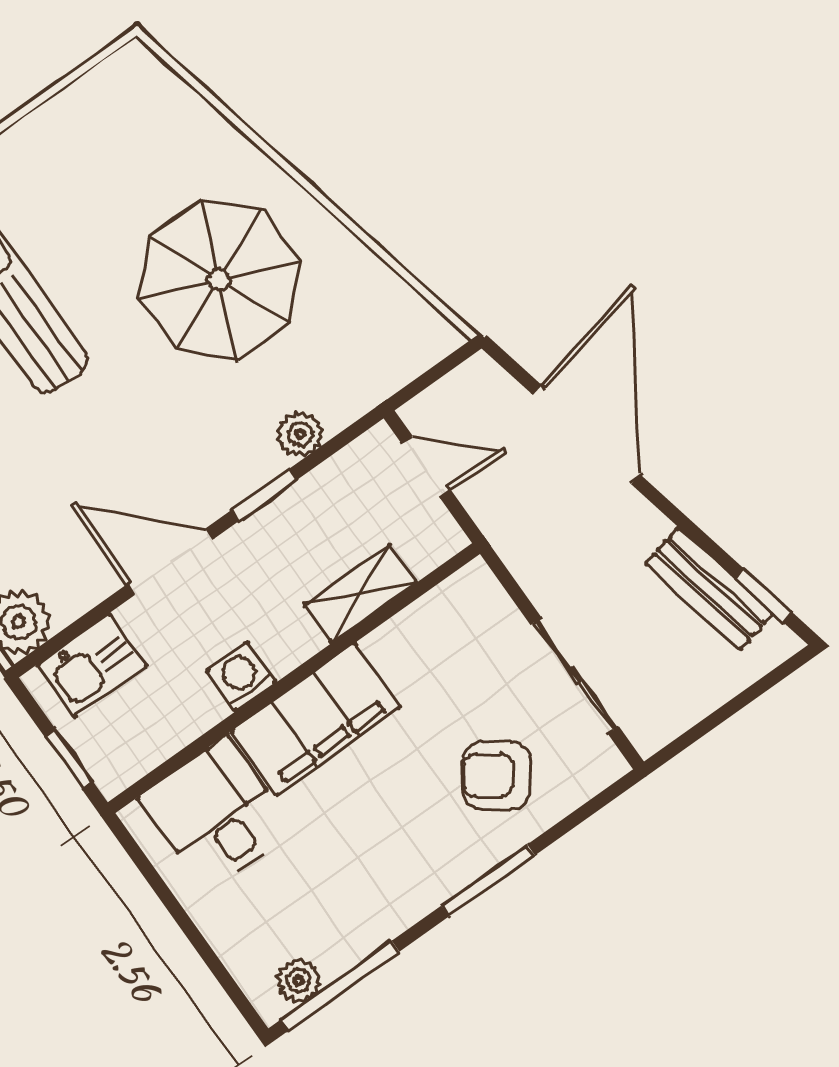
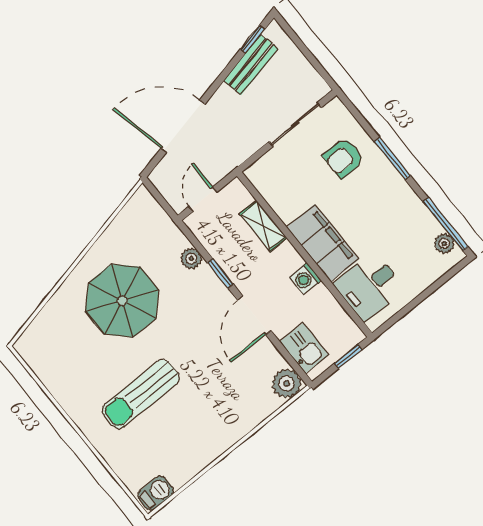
armchair: (496, 775) -> (344, 158), turned 54

